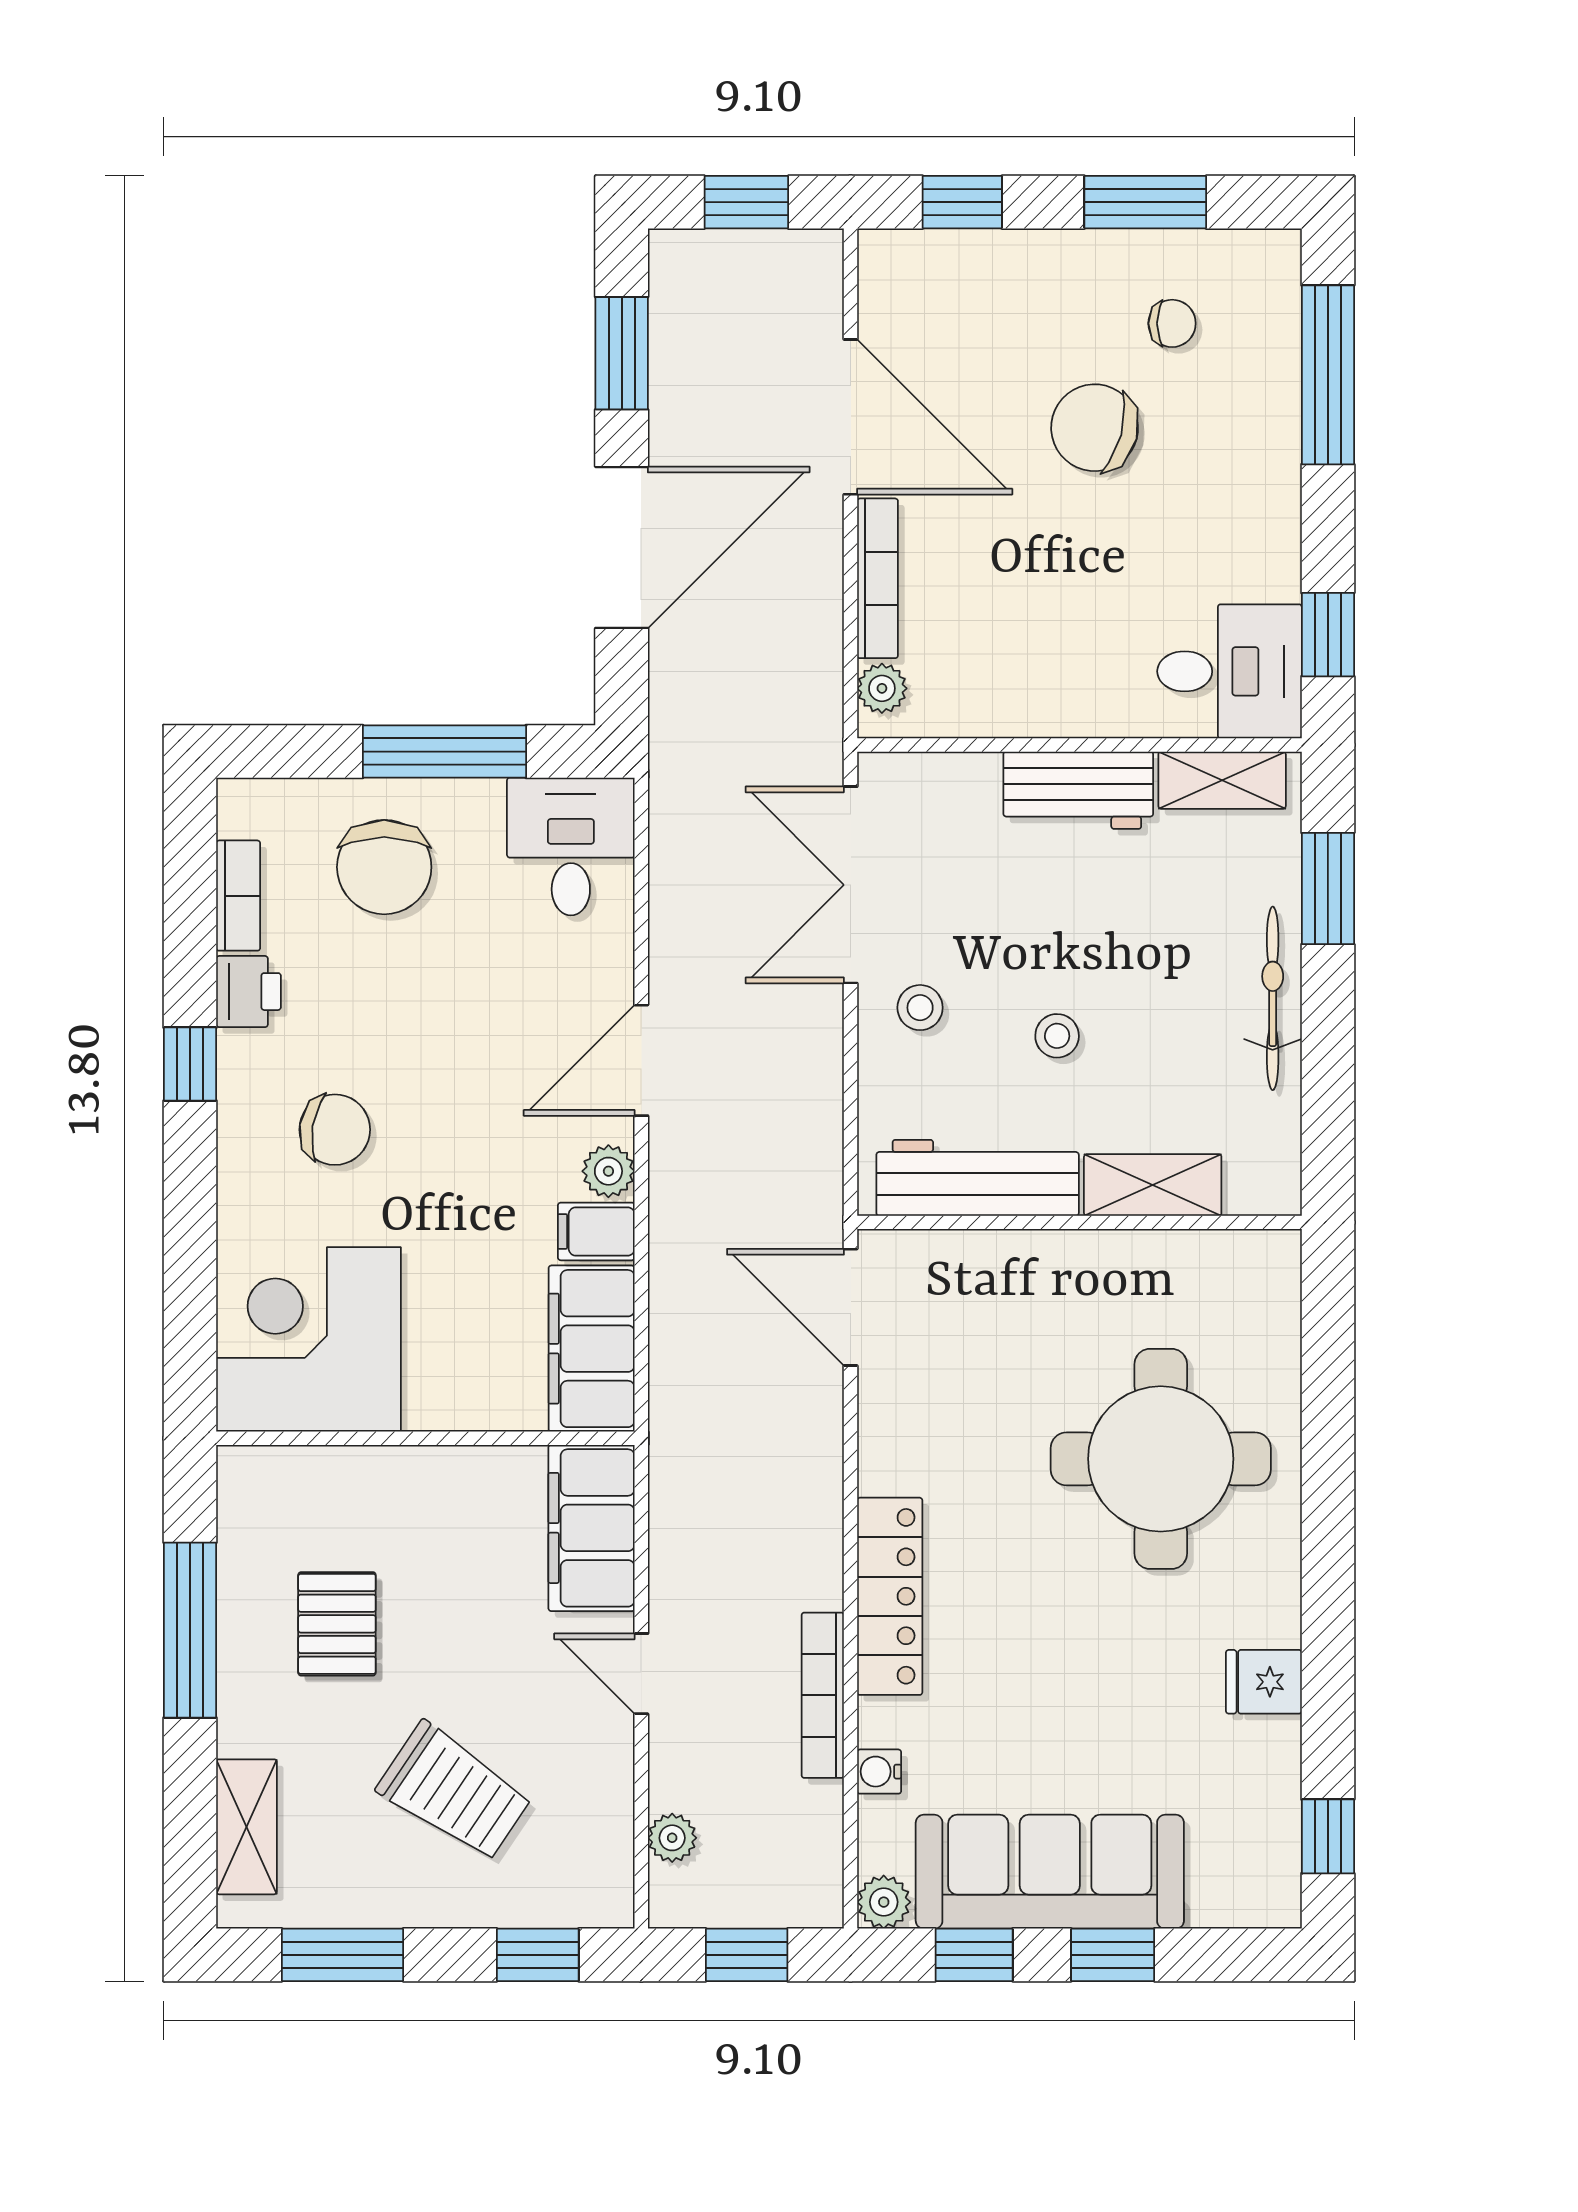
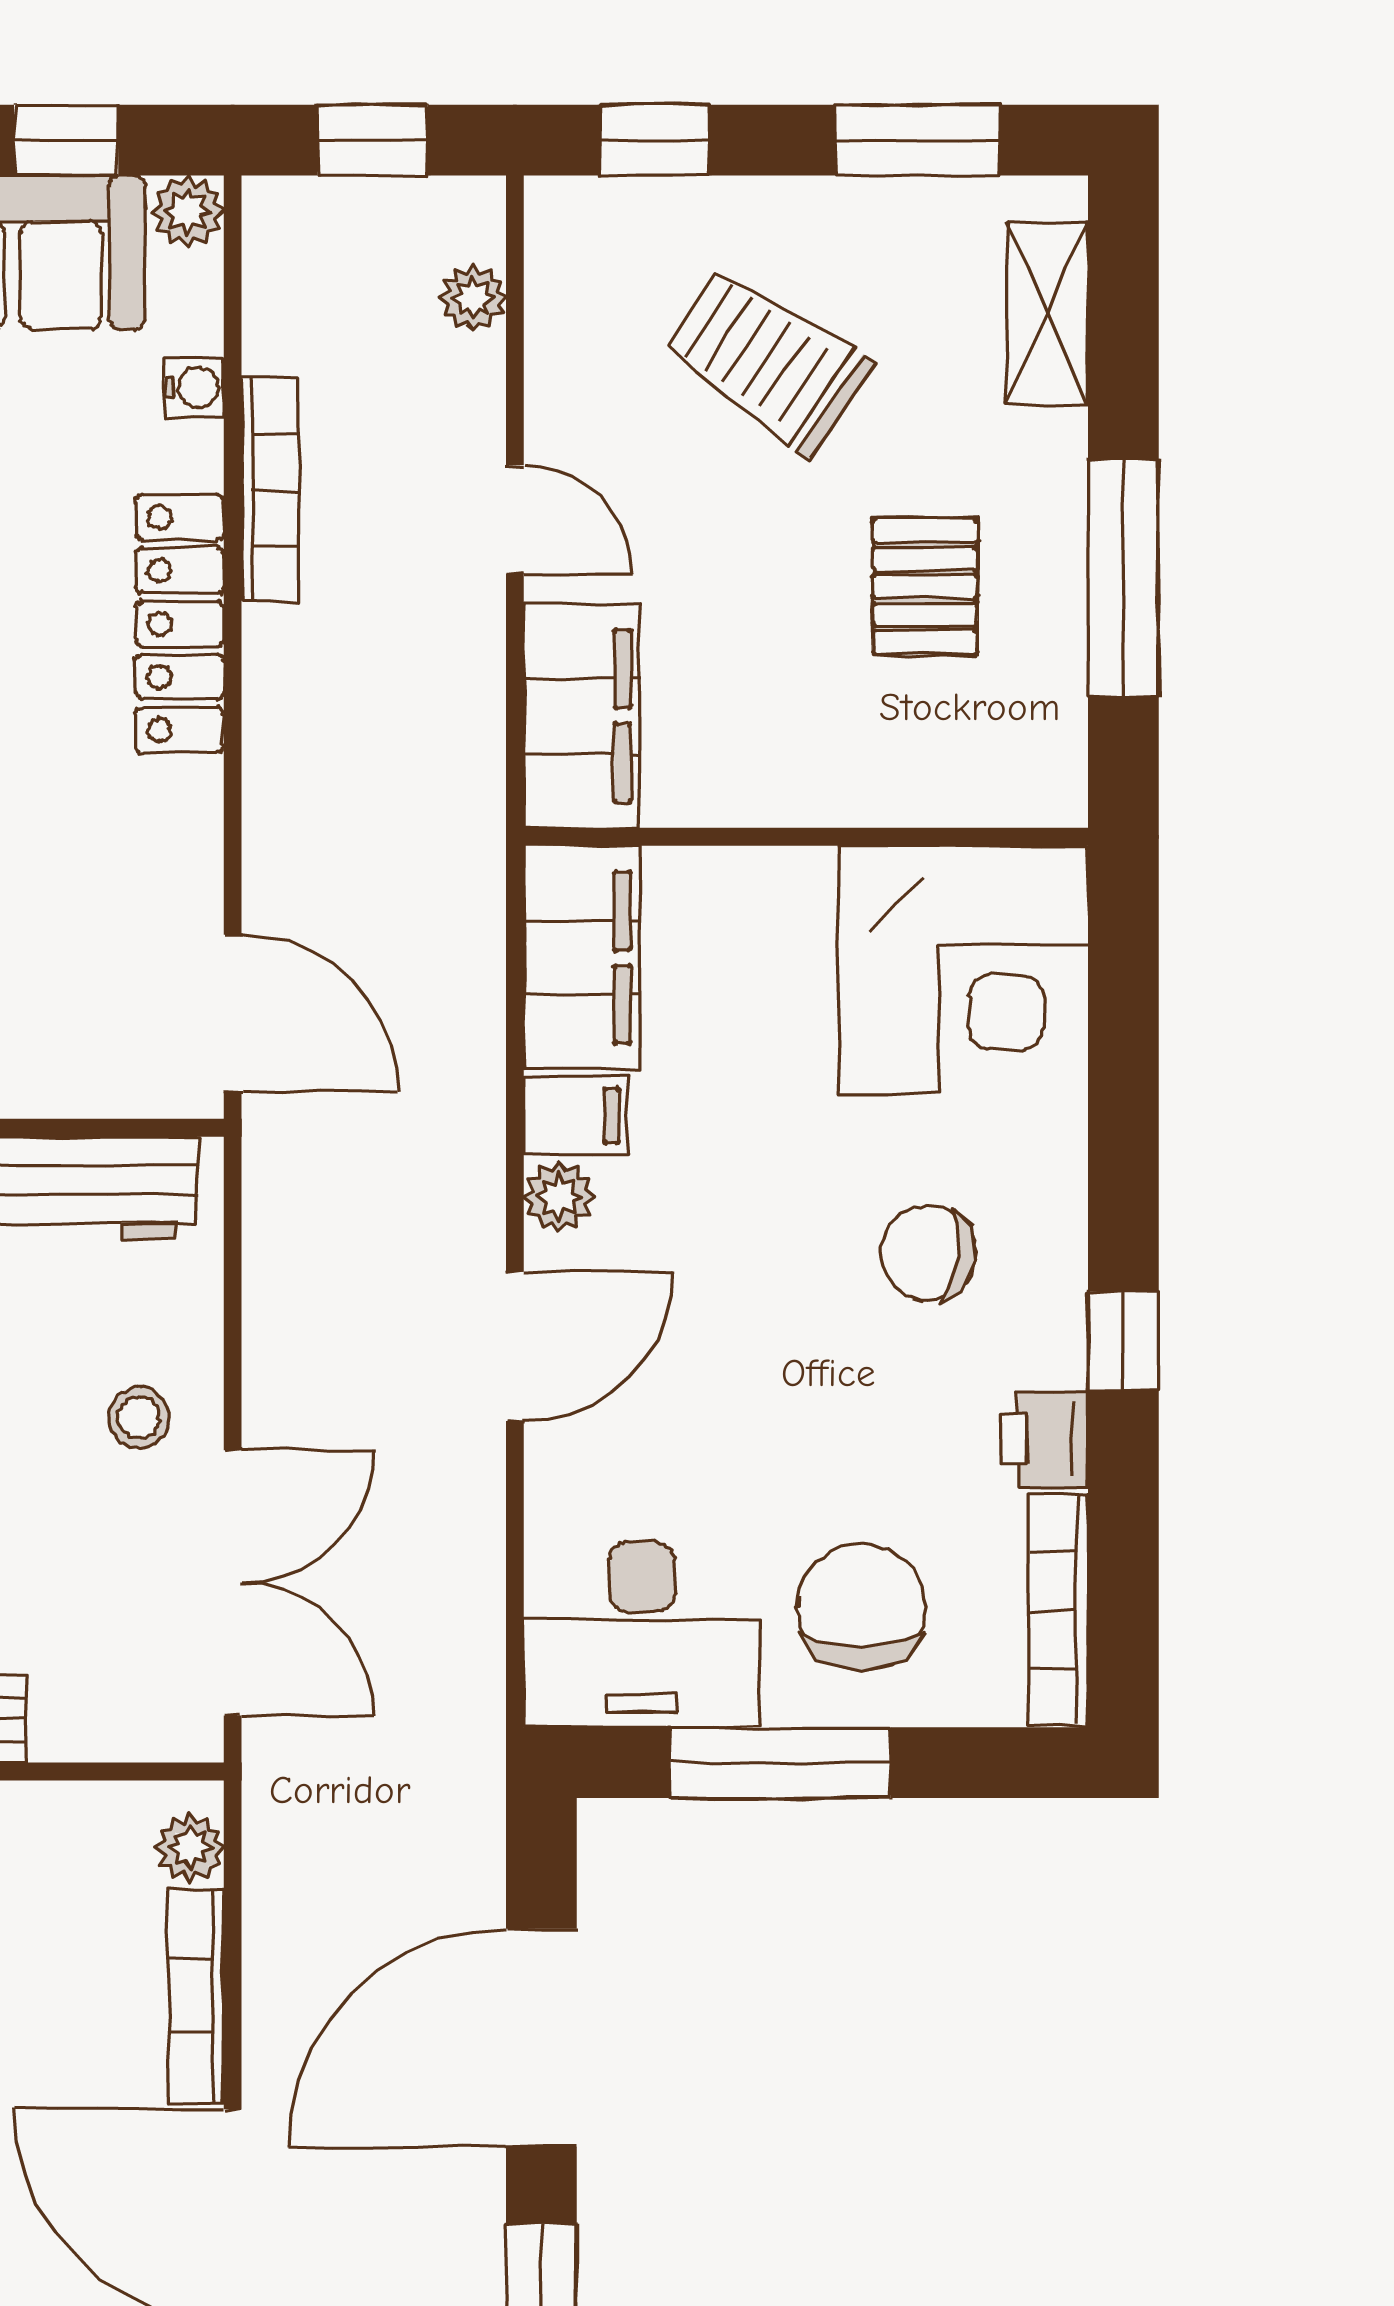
desk: (571, 847) -> (642, 1635), width x1.37
bookcase: (238, 896) -> (1058, 1610), width x1.56

